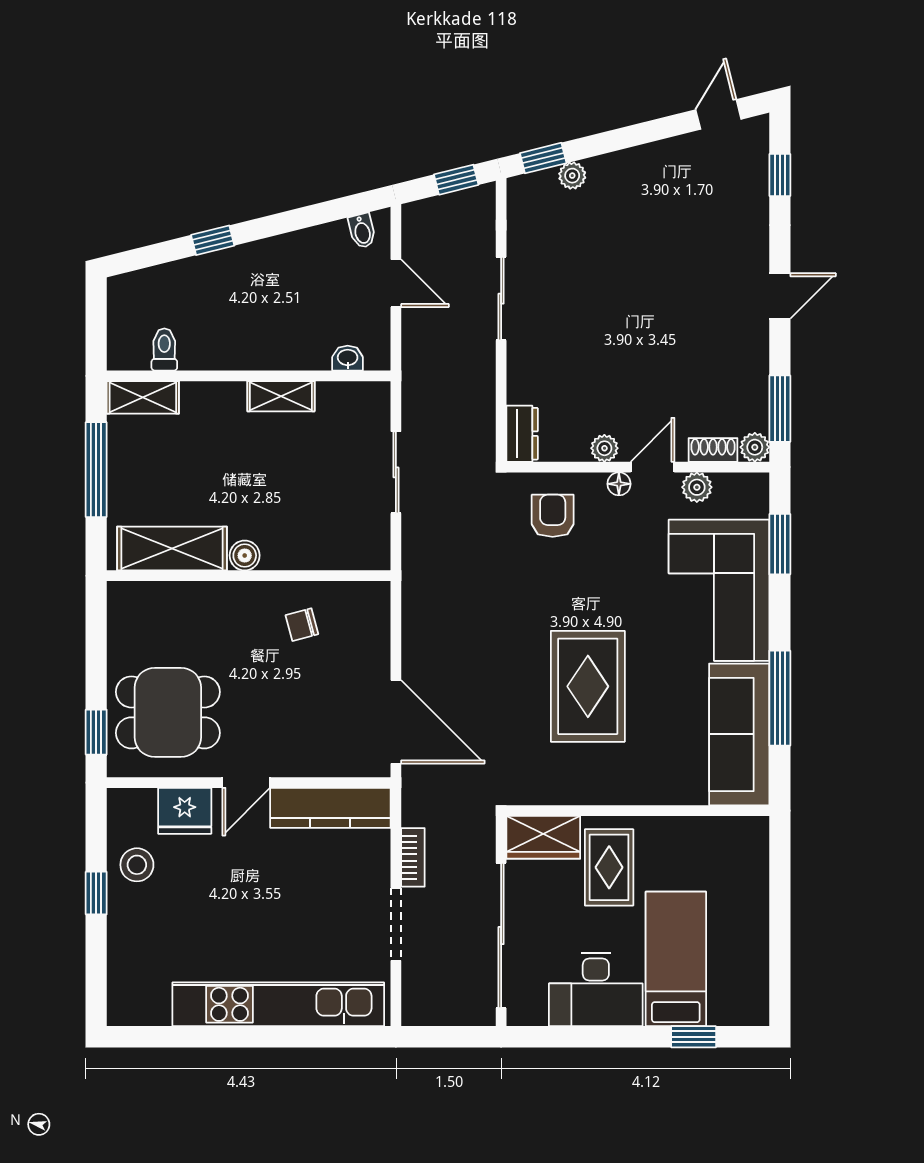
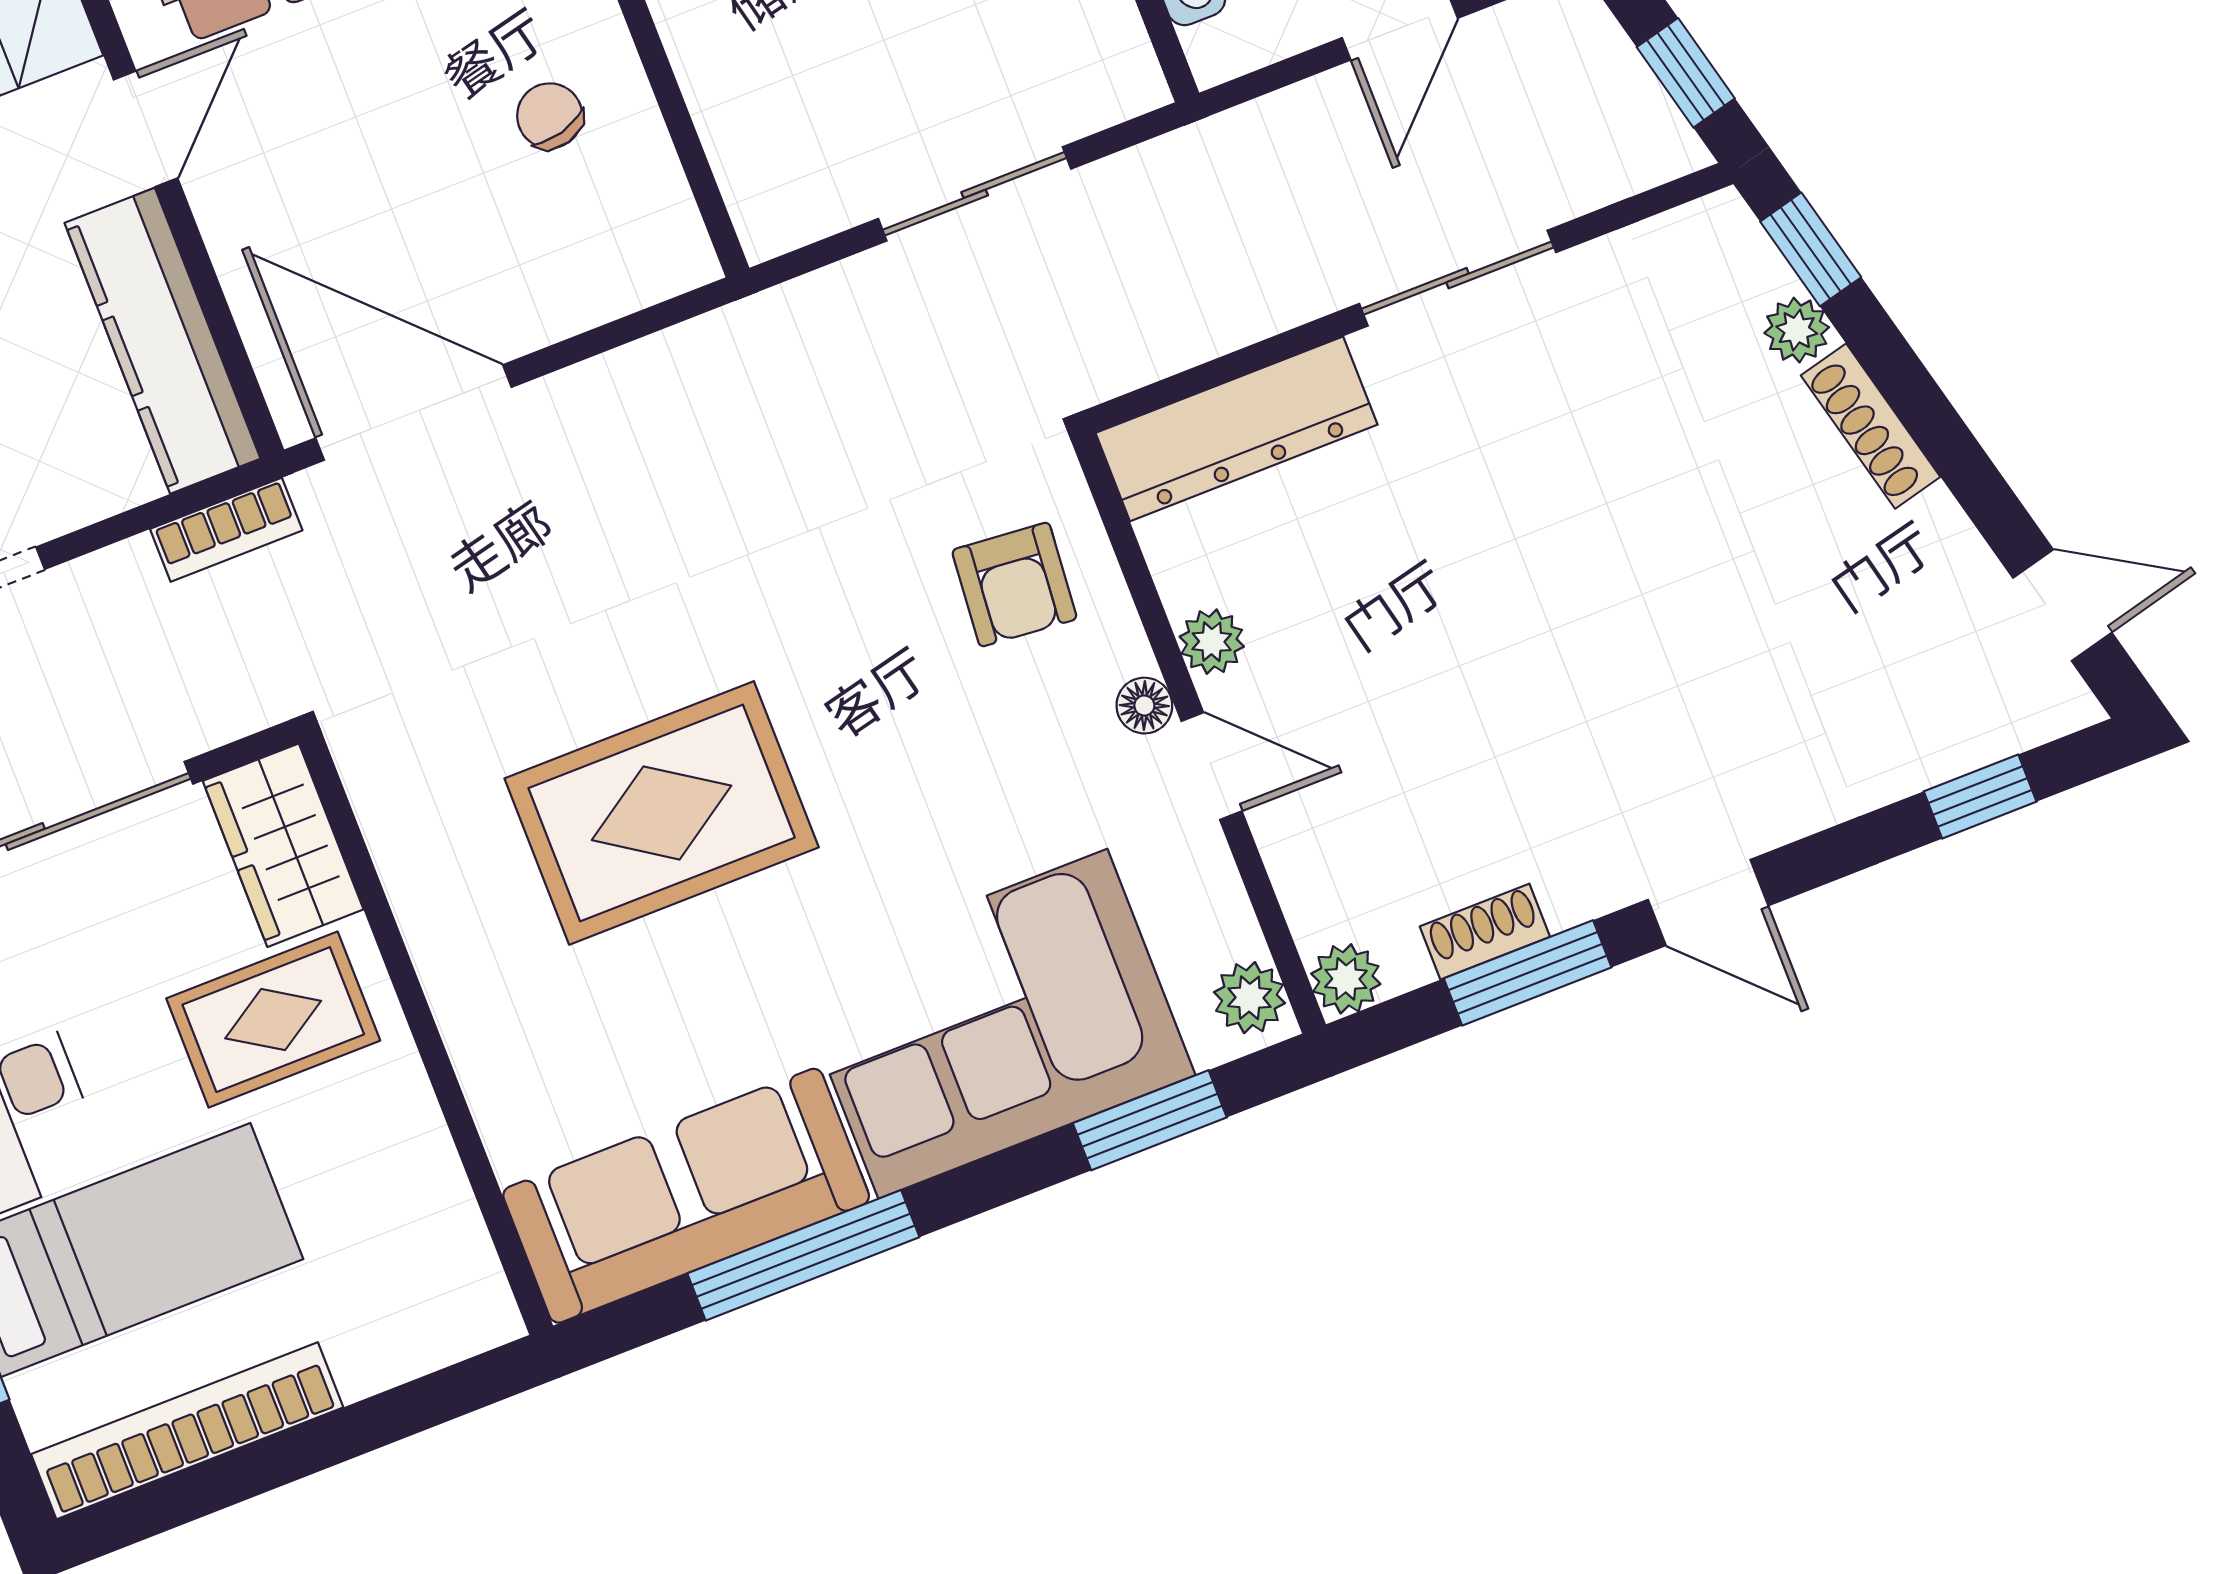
shoe rack: (620, 162) -> (1871, 426), added
window: (780, 409) -> (1528, 973), moved
dresser: (522, 434) -> (1236, 429), width x1.96, depth x1.24
shoe rack: (713, 450) -> (1485, 932), moved, turned -90
plant: (697, 487) -> (1249, 998), moved
armchair: (553, 516) -> (1014, 585), turned 95
door: (396, 722) -> (414, 413), swing flipped
door: (246, 783) -> (146, 129), swing flipped
bookcase: (413, 857) -> (226, 530), moved
bookcase: (755, 962) -> (187, 1431), added

